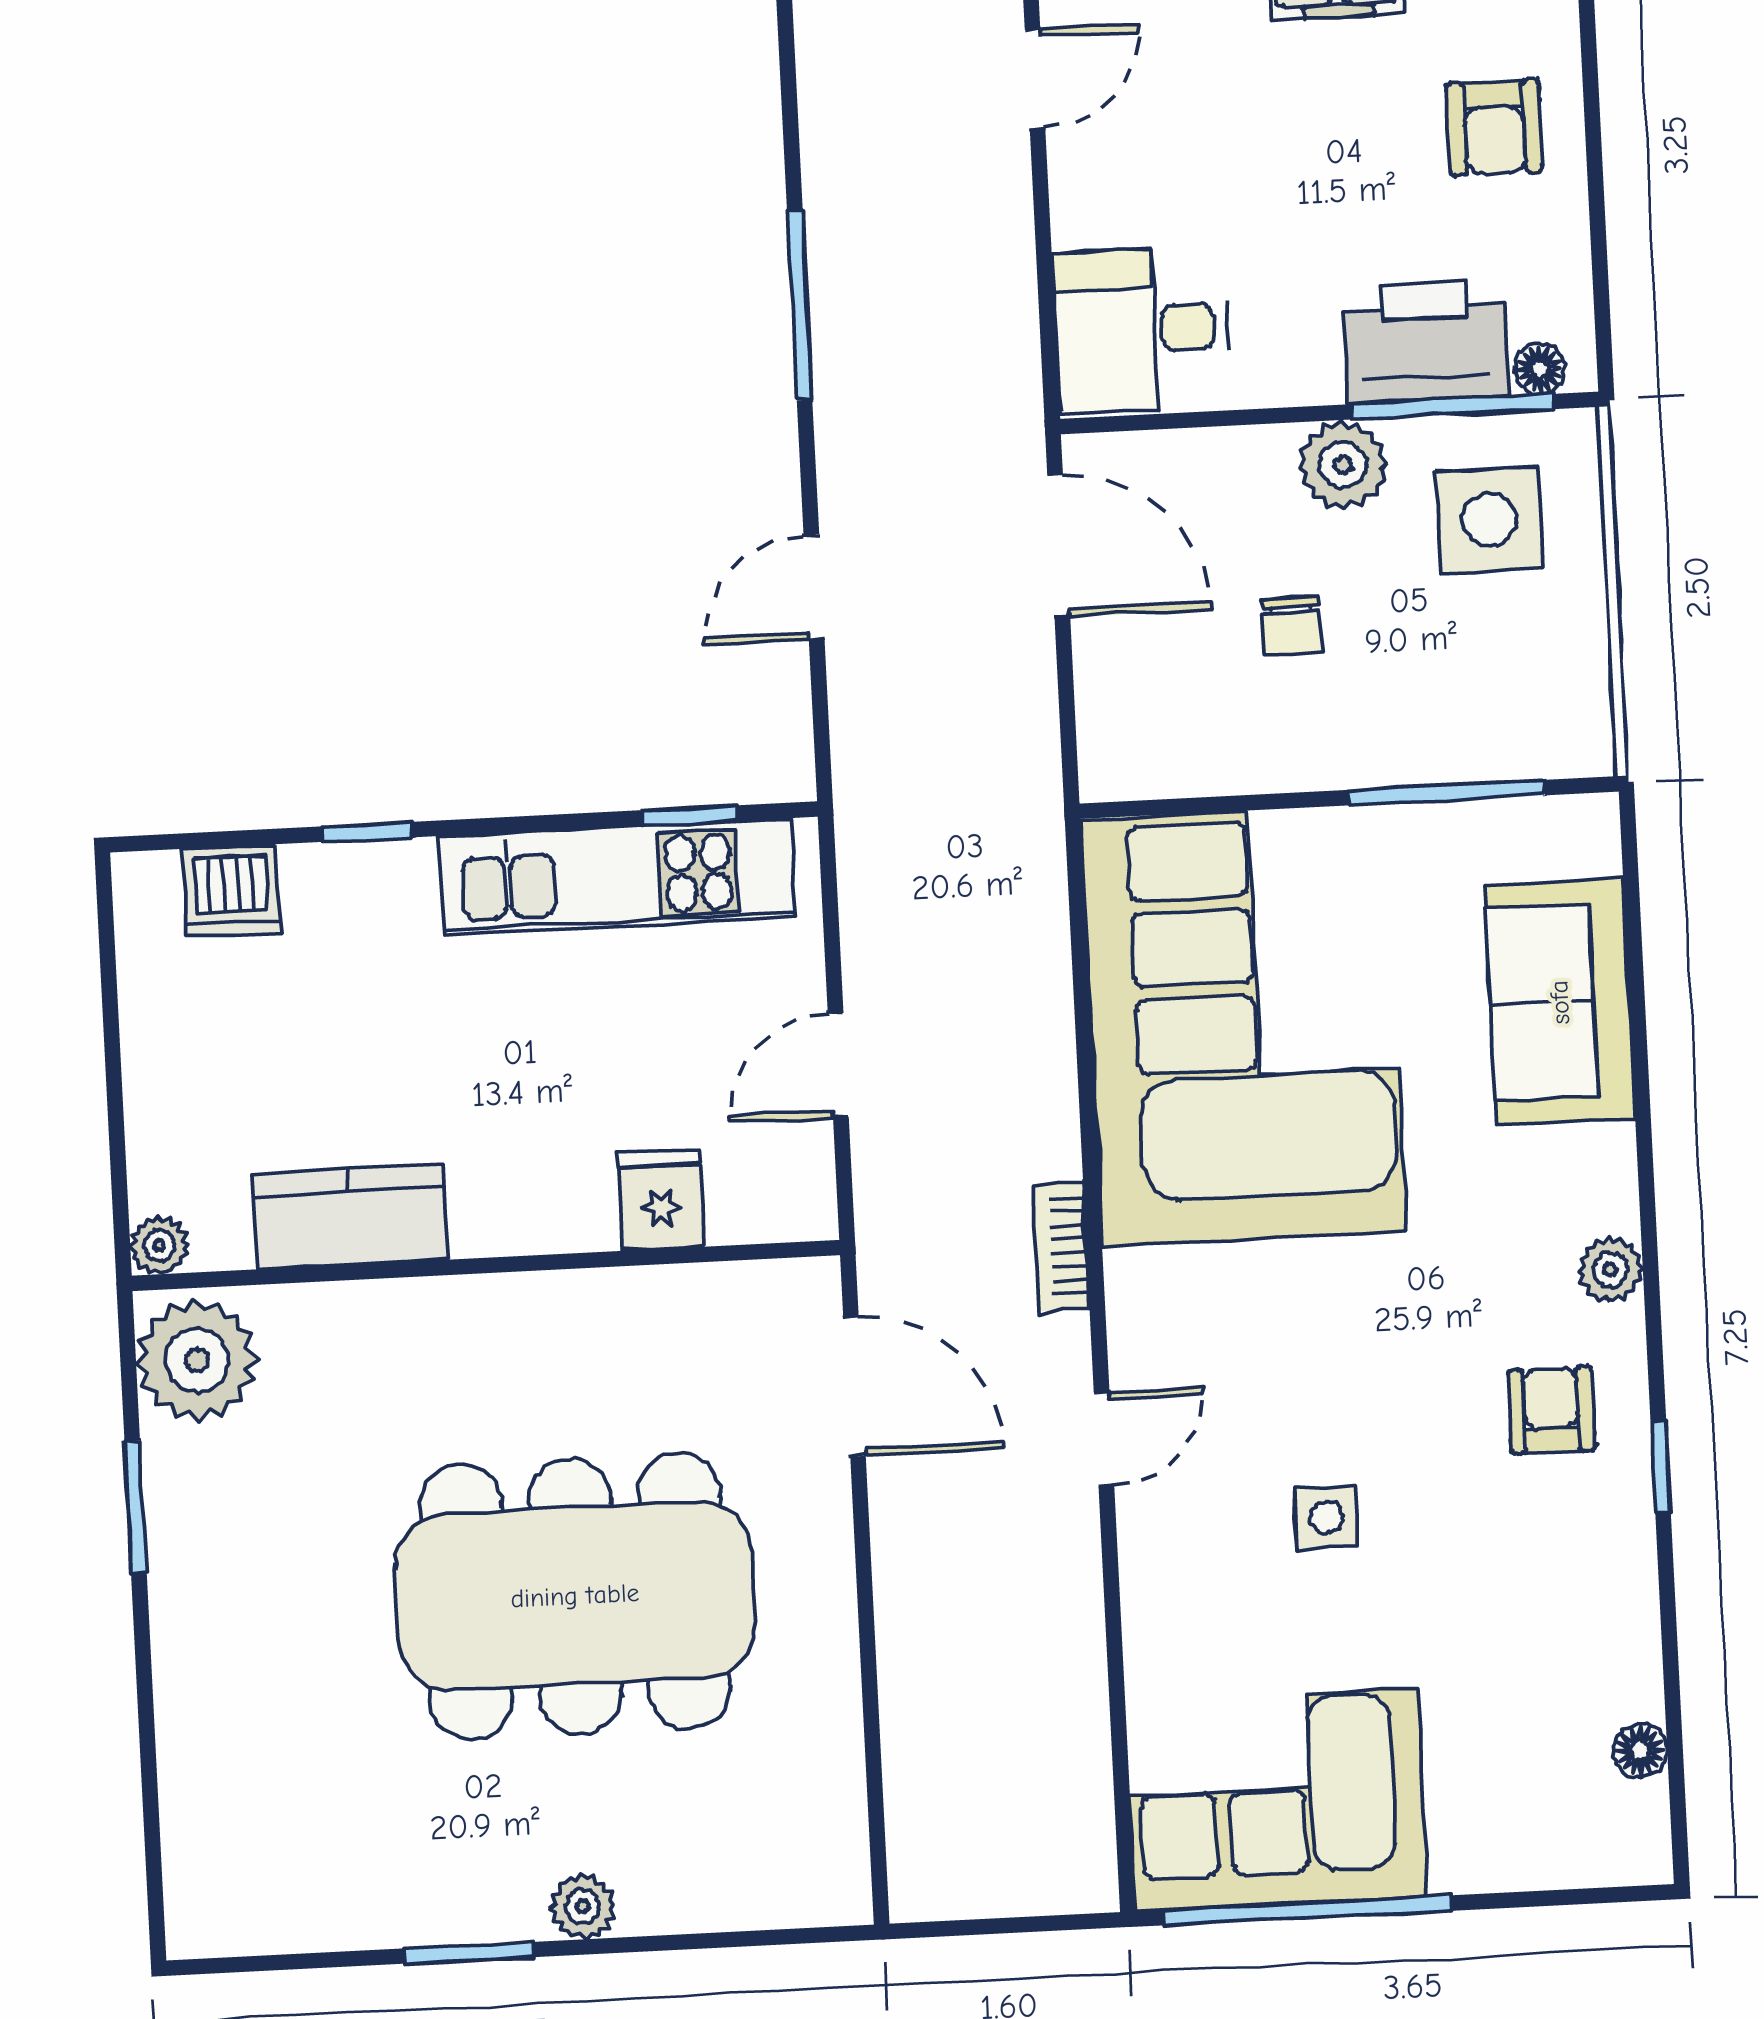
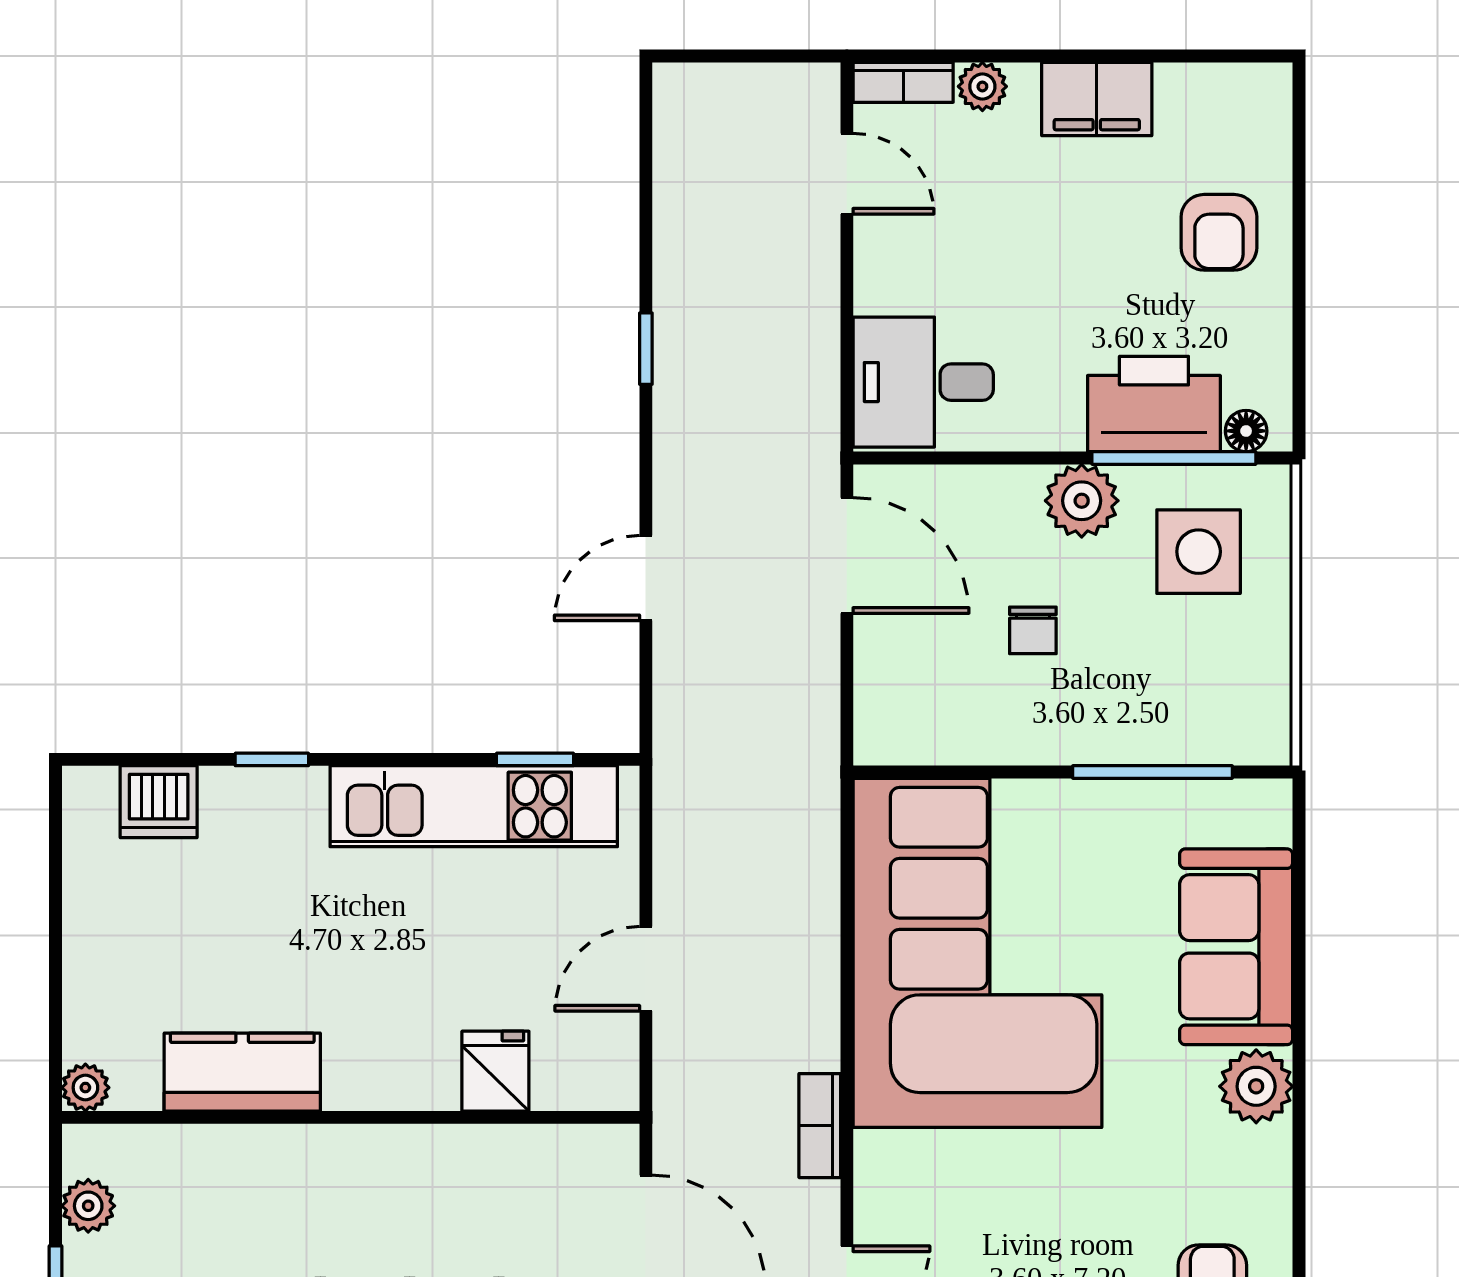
door: (1035, 79) -> (847, 174), hinge flipped
window: (800, 305) -> (646, 349), width x0.46
plant: (1610, 1270) -> (1256, 1086), moved, width x1.38, depth x1.38
plant: (197, 1360) -> (88, 1206), width x0.53, depth x0.53

